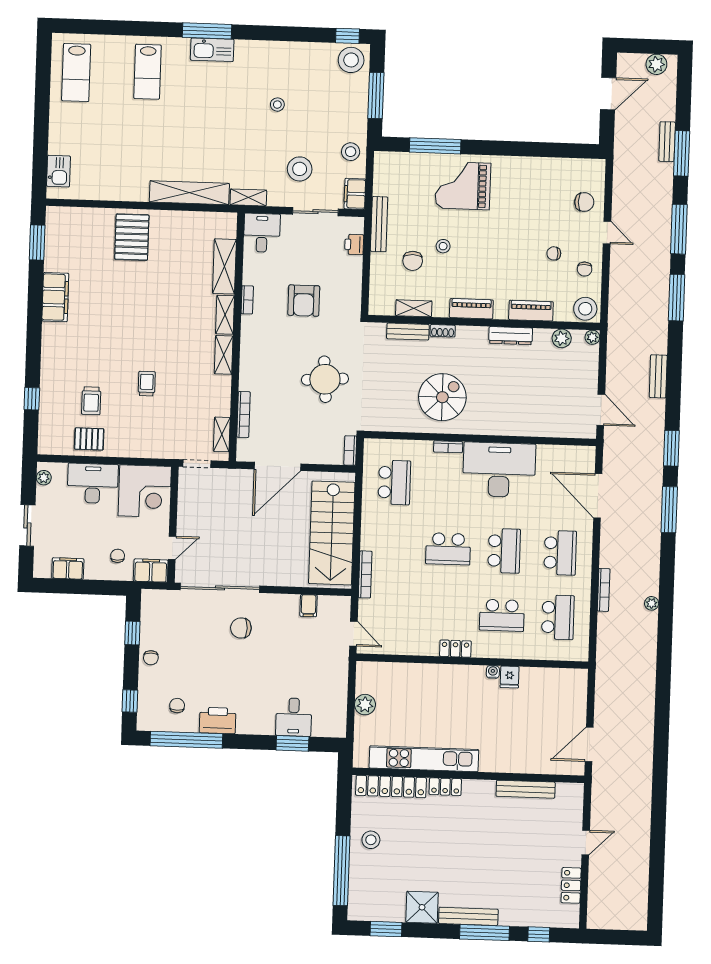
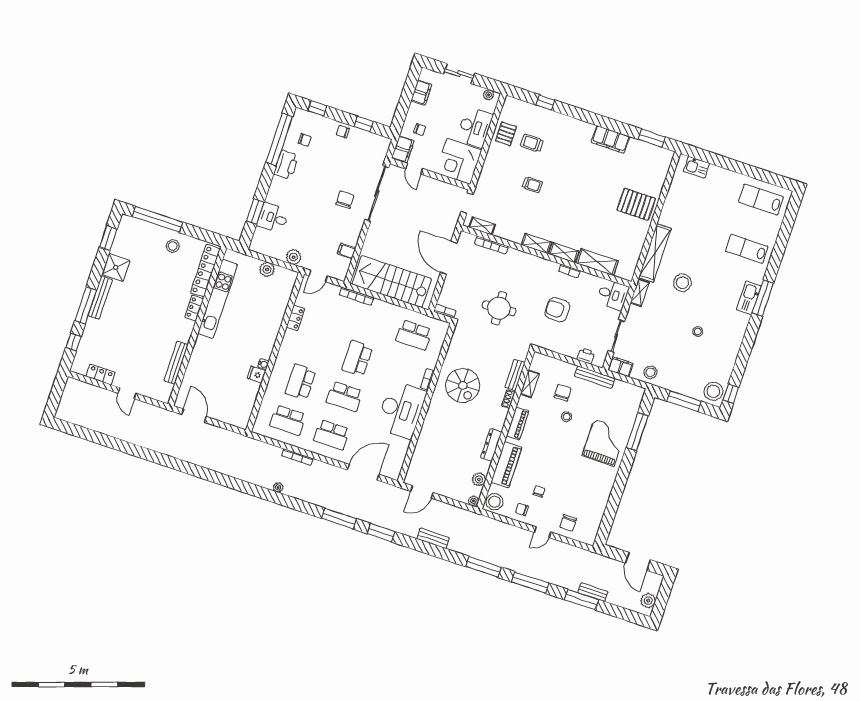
stool: (300, 169) -> (682, 283), moved
chair: (413, 261) -> (563, 393), turned 88
piano: (531, 311) -> (506, 465), width x1.37, depth x1.33
locker: (455, 649) -> (295, 318), moved
plant: (338, 674) -> (293, 257), added

